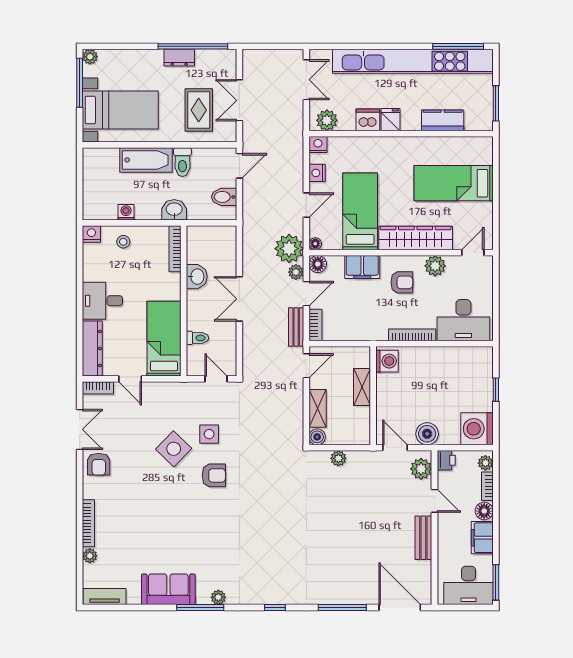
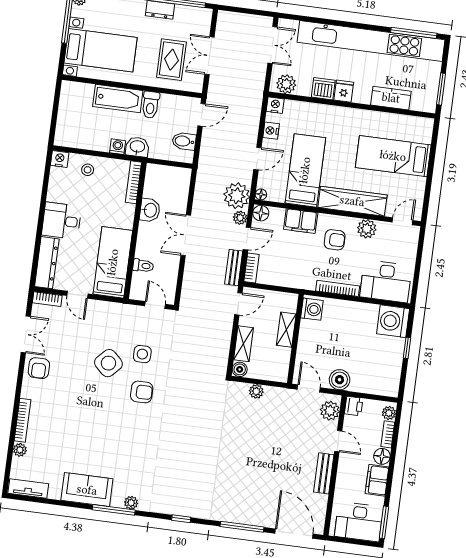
washing machine: (126, 212) -> (118, 147), moved
washing machine: (477, 429) -> (393, 321), moved

